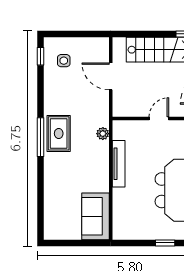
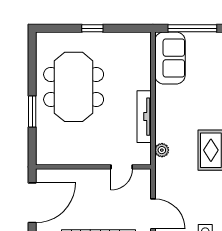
door: (159, 119) -> (122, 167), moved
window: (75, 243) -> (192, 28), added

